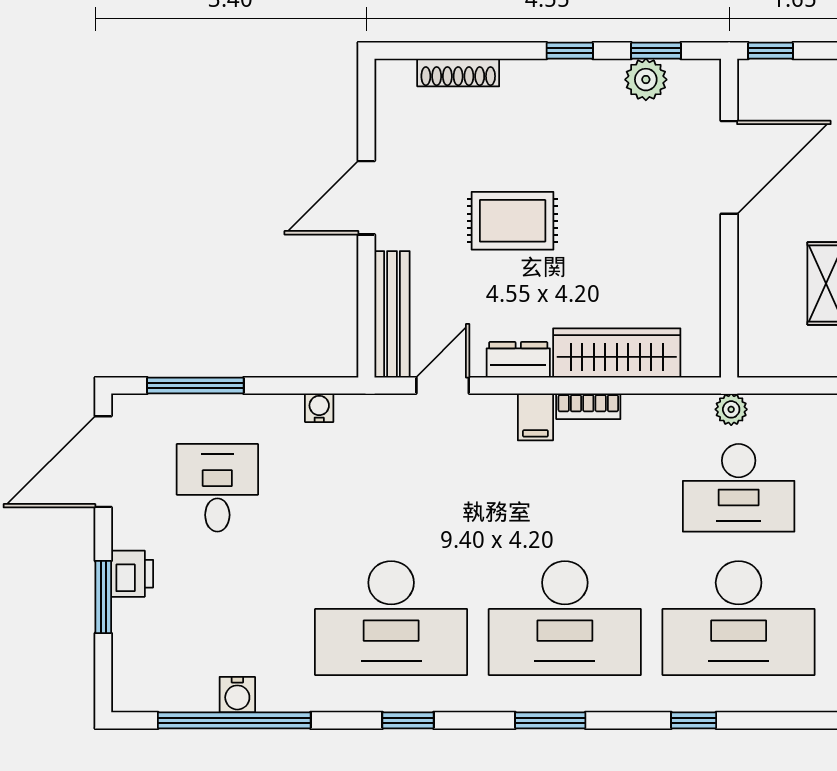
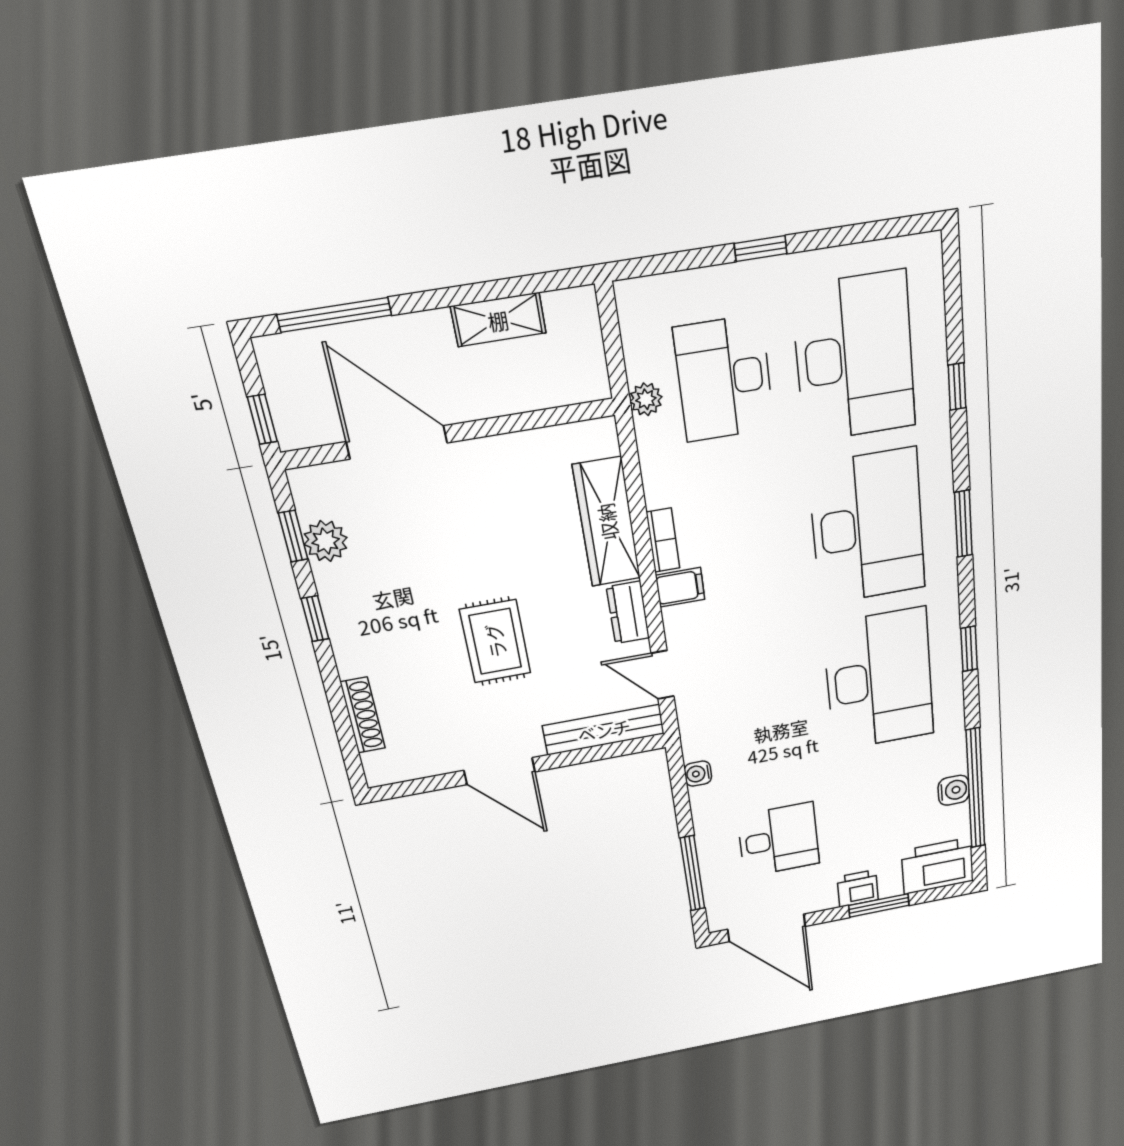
desk: (217, 488) -> (778, 840), turned 180
desk: (739, 488) -> (724, 379), turned 180
printer: (141, 670) -> (938, 866), added

